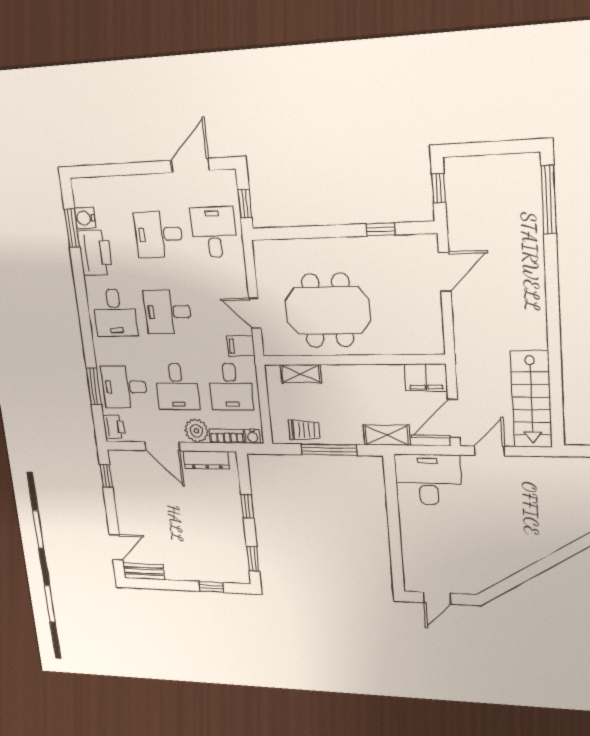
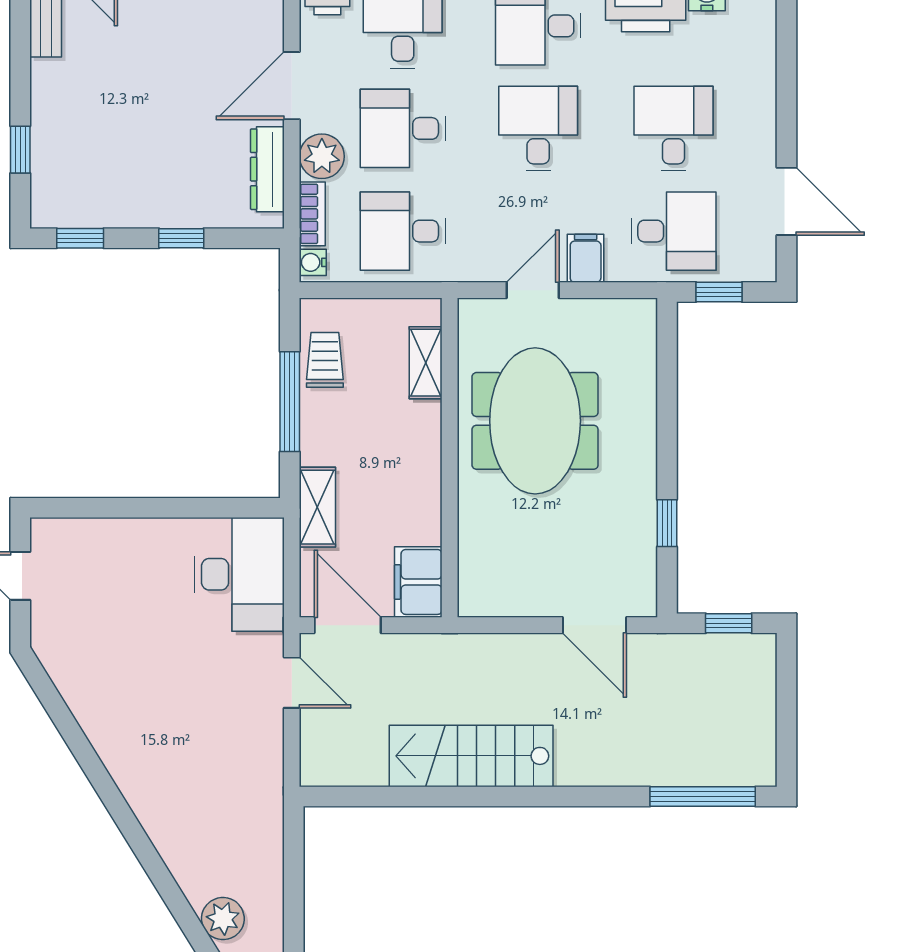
filing cabinet: (241, 346) -> (586, 258), moved
stairs: (531, 399) -> (471, 756), moved
trolley: (304, 430) -> (325, 360), turned 180

